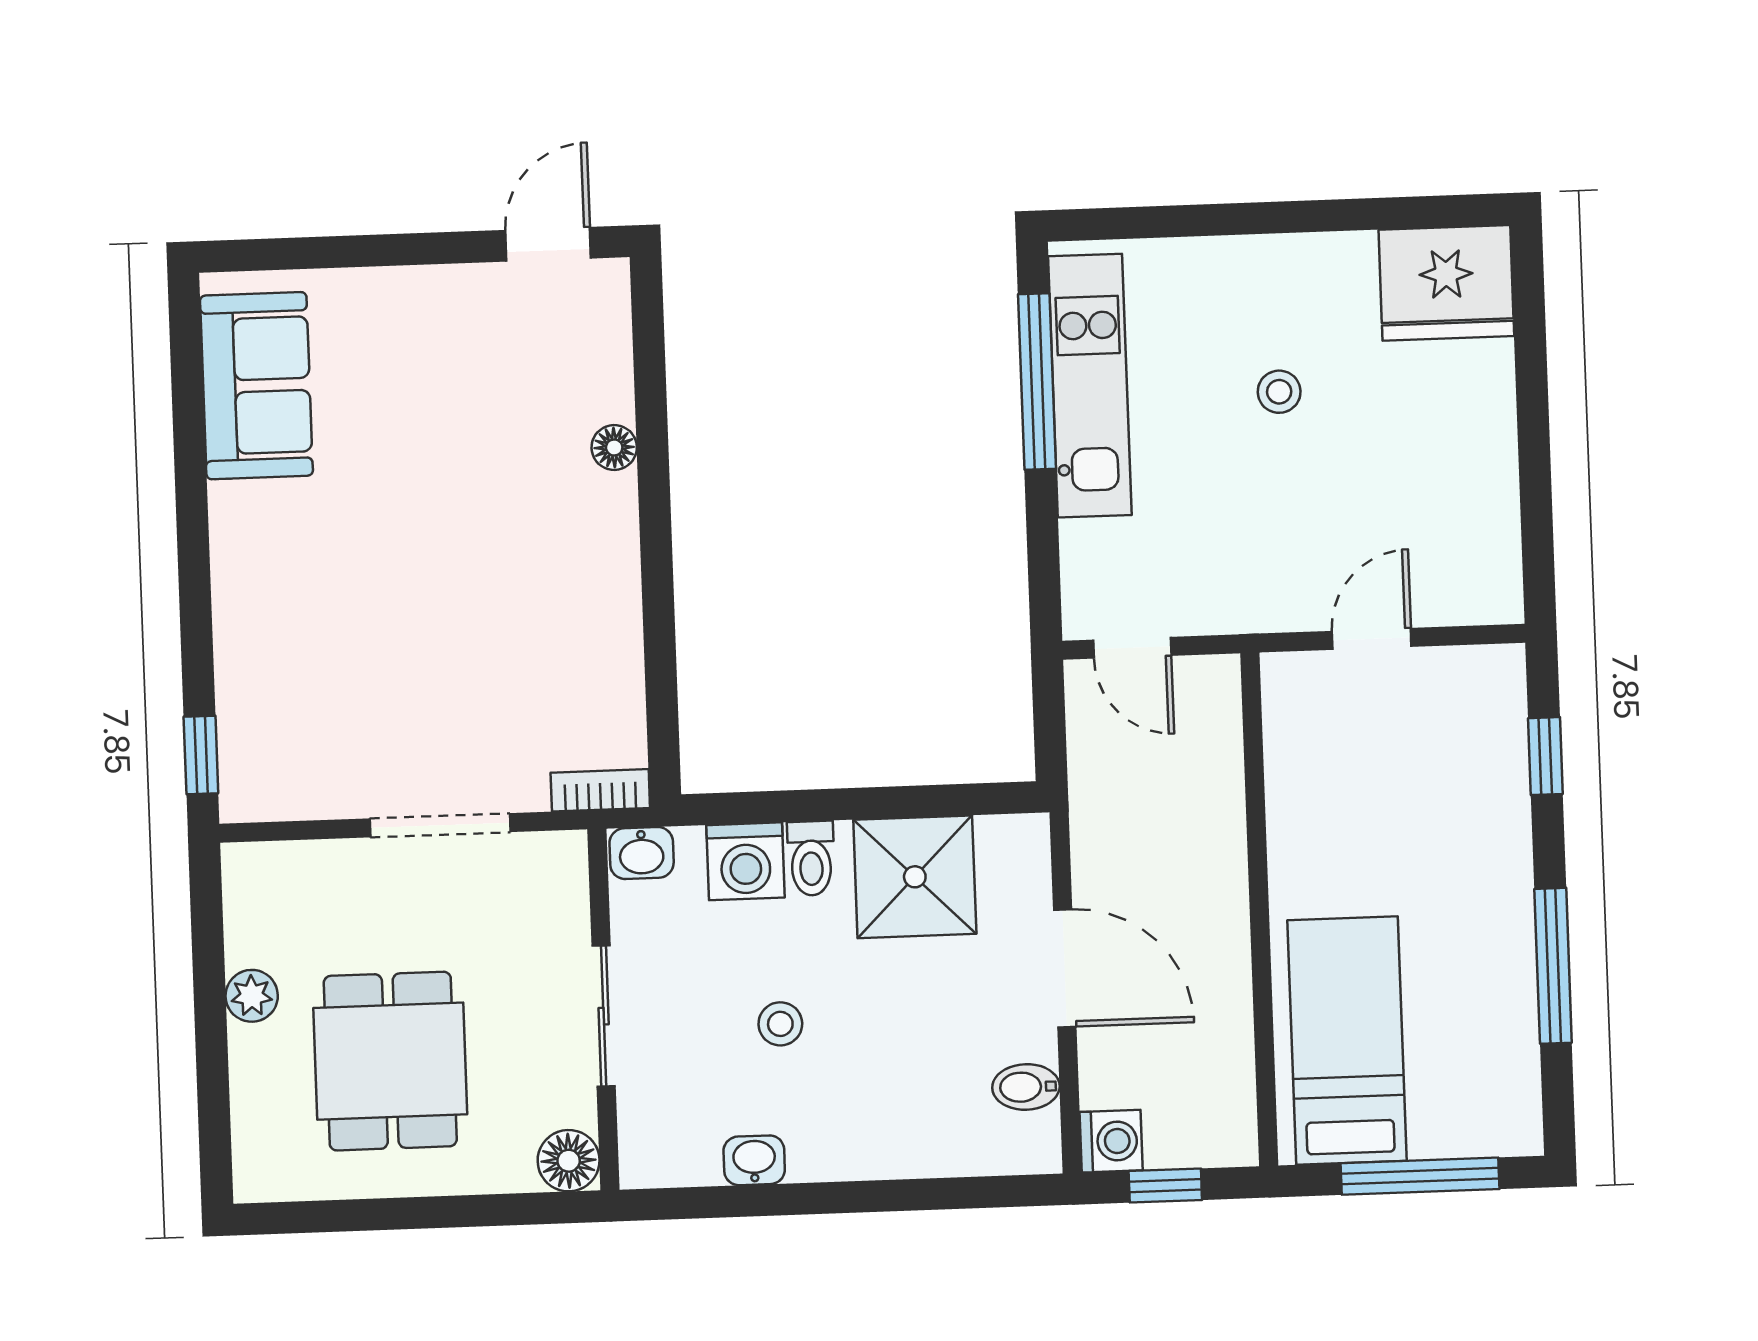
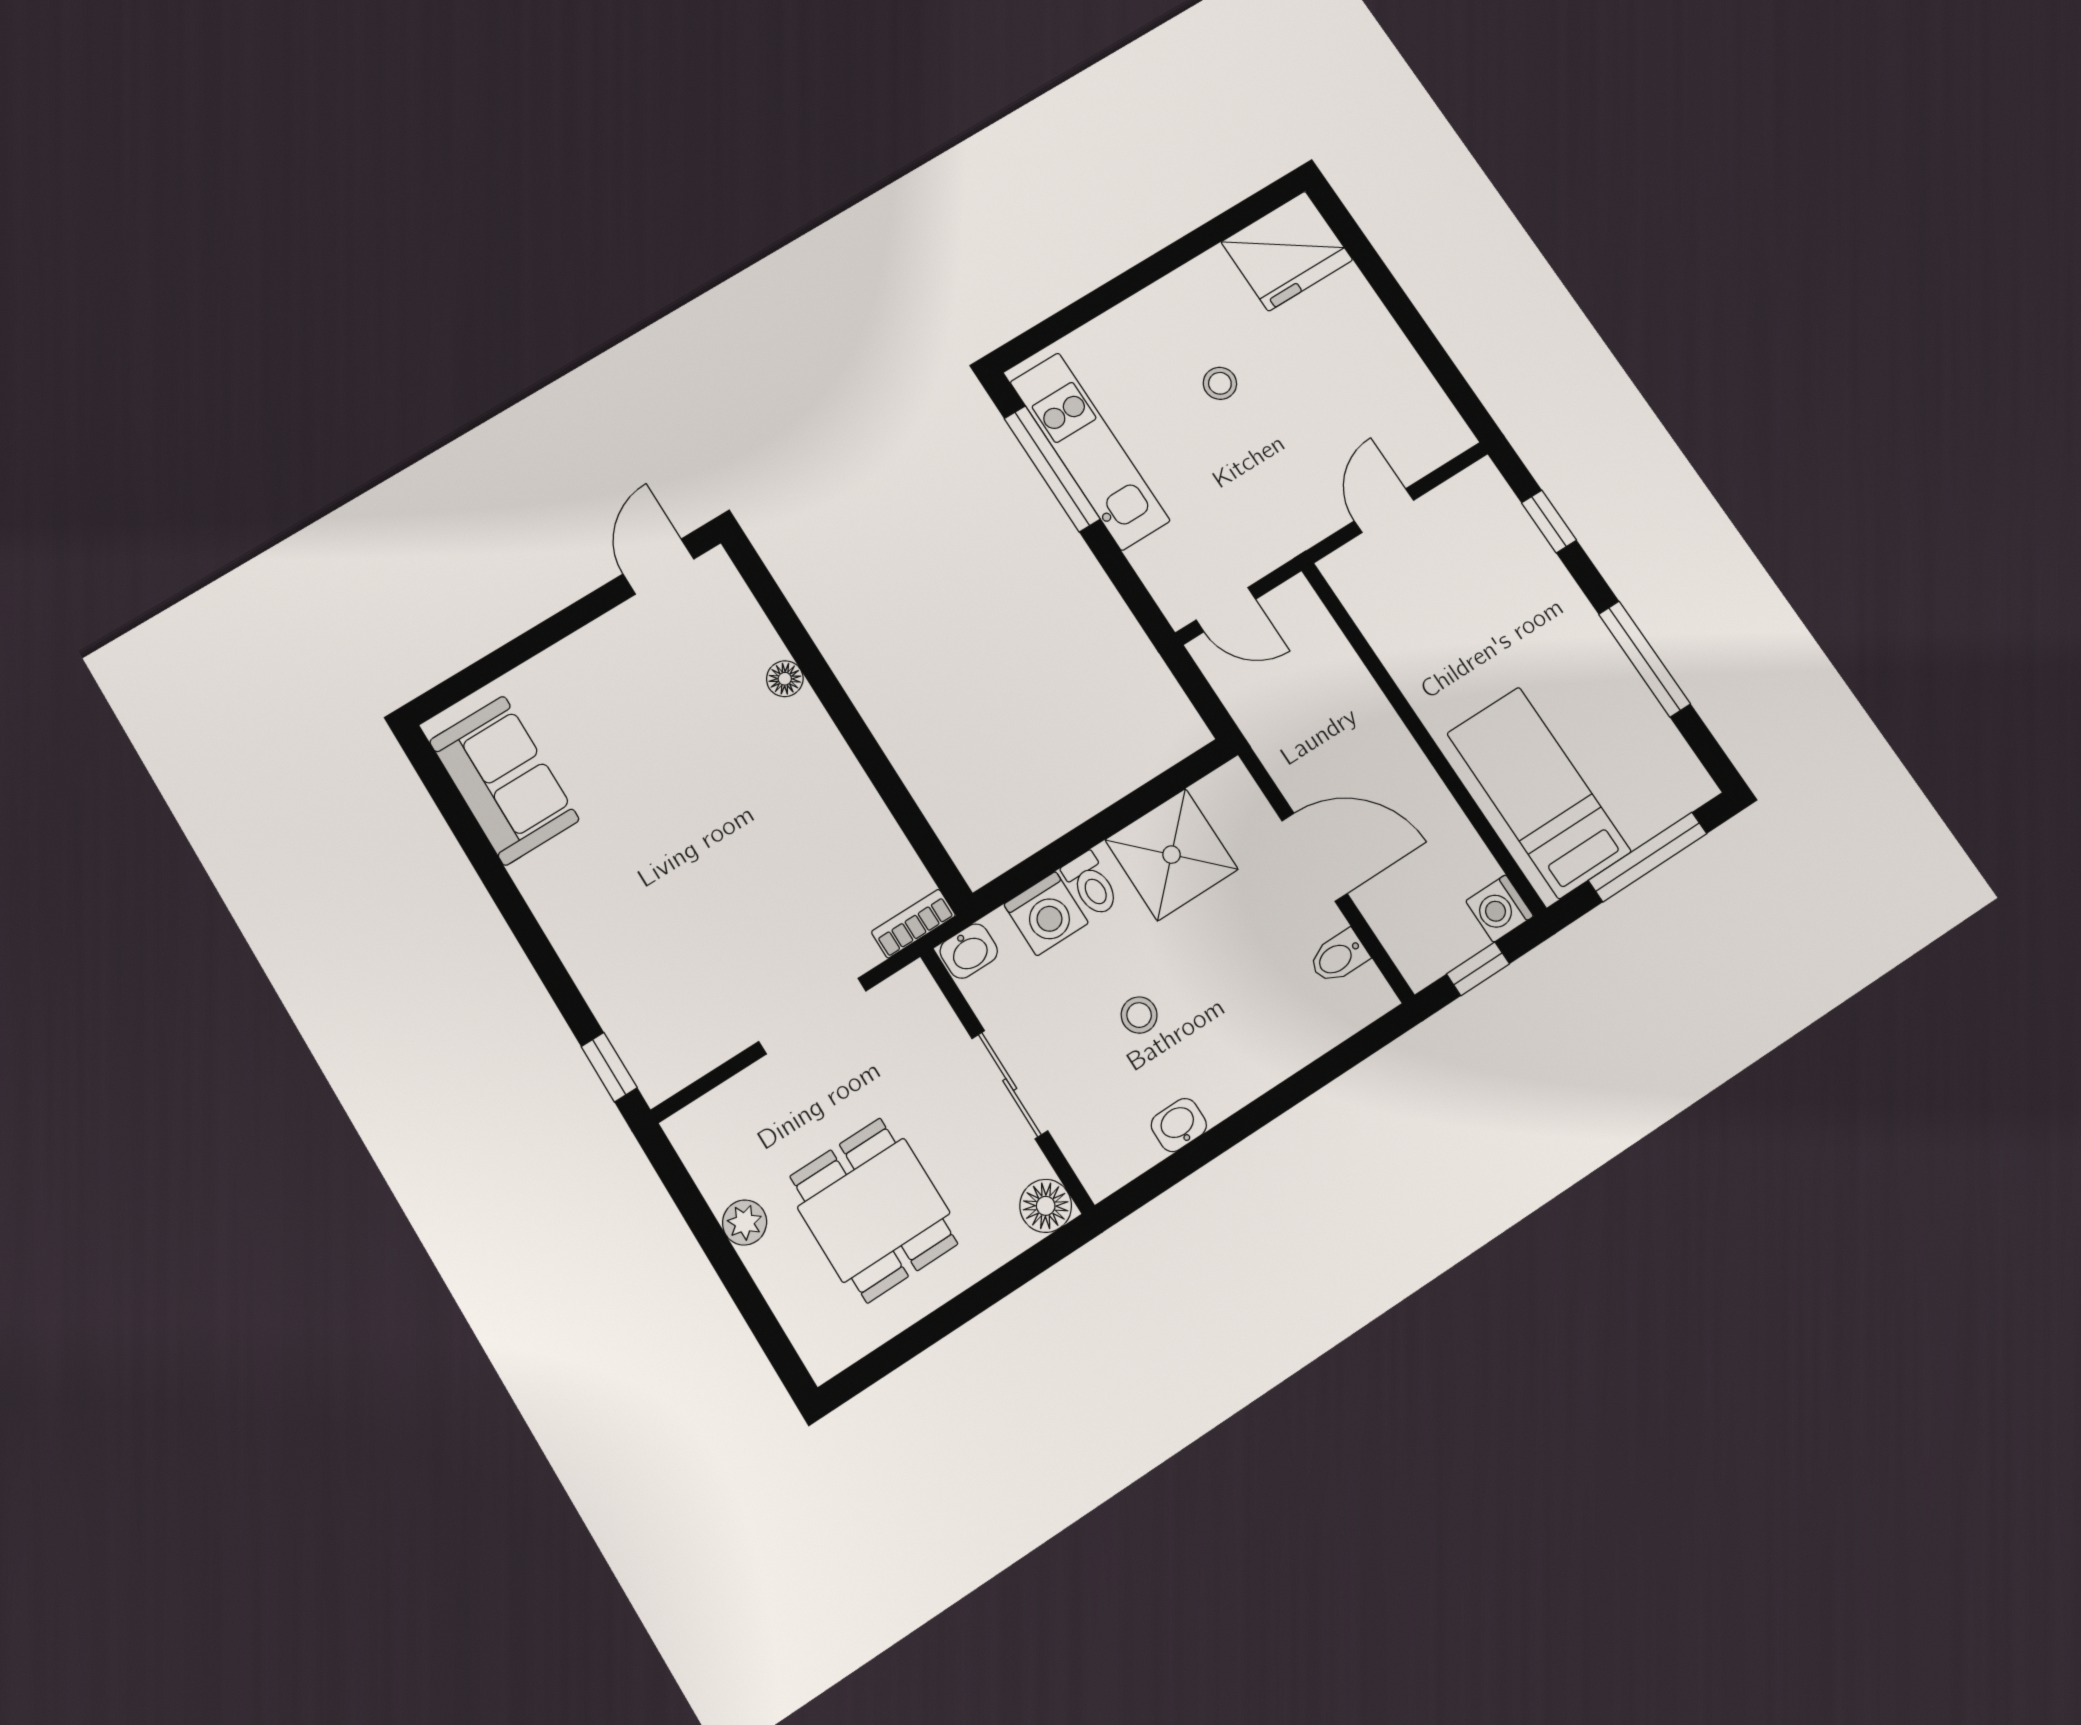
washing machine: (1111, 1141) -> (1500, 909), moved, turned 180

